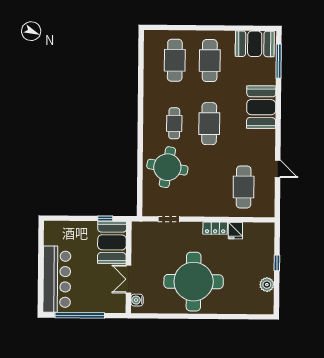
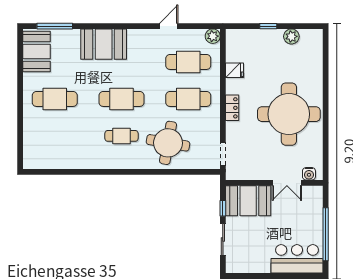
cafe table: (175, 60) -> (188, 99), moved
plant: (268, 210) -> (213, 36), added
sliding door: (76, 218) -> (223, 239), added
doorway: (169, 219) -> (223, 154), moved
locker: (215, 228) -> (232, 108), moved
bar counter: (57, 279) -> (297, 259), width x0.73

